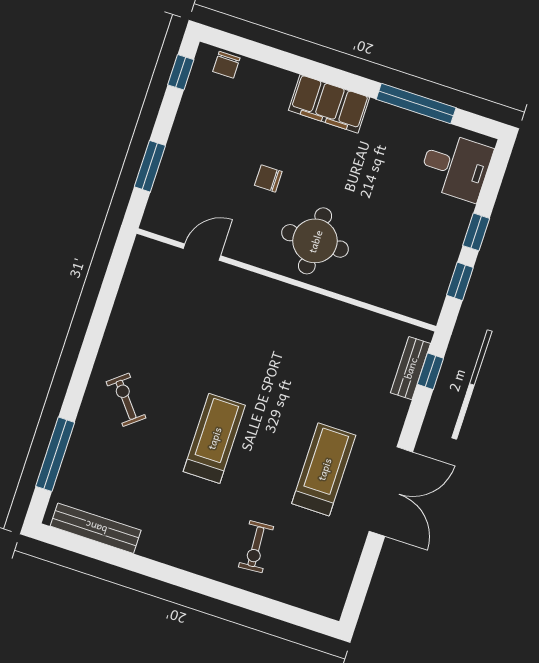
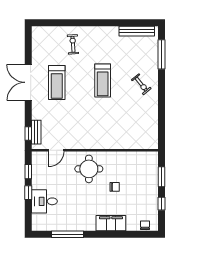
window: (181, 72) -> (162, 204), moved
filing cabinet: (329, 104) -> (111, 223), moved
desk: (456, 167) -> (44, 201), moved
door: (202, 252) -> (56, 150), moved

